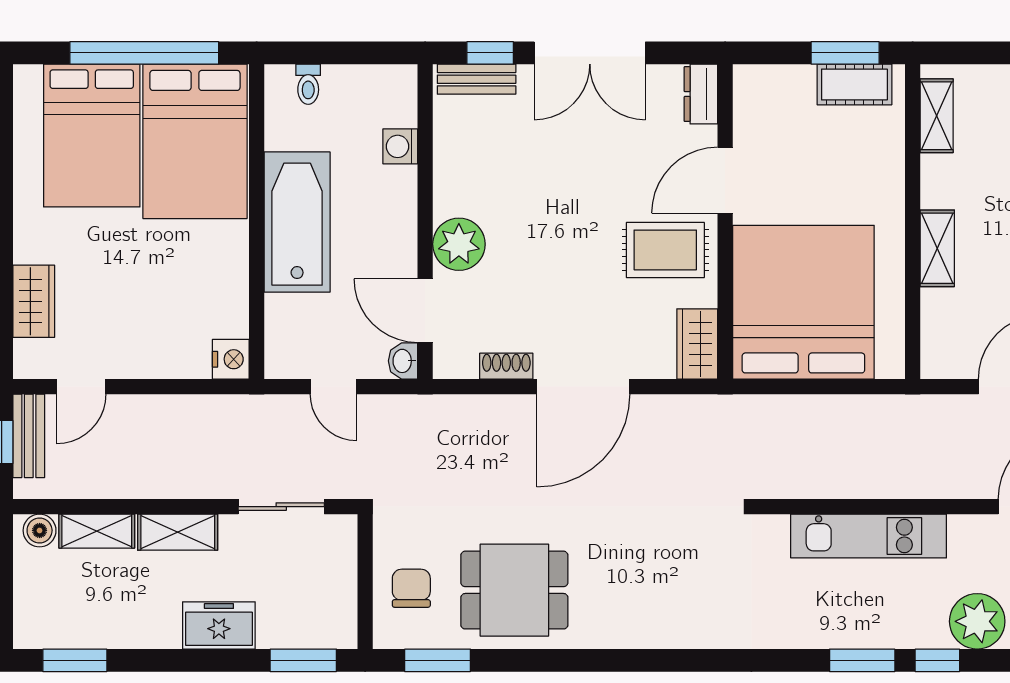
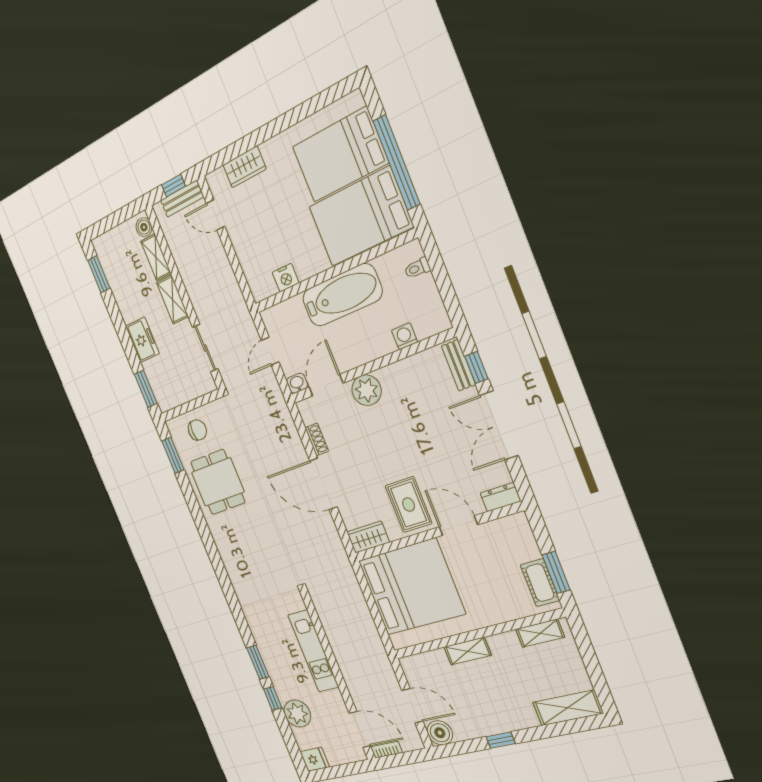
nightstand: (231, 359) -> (286, 278), moved

